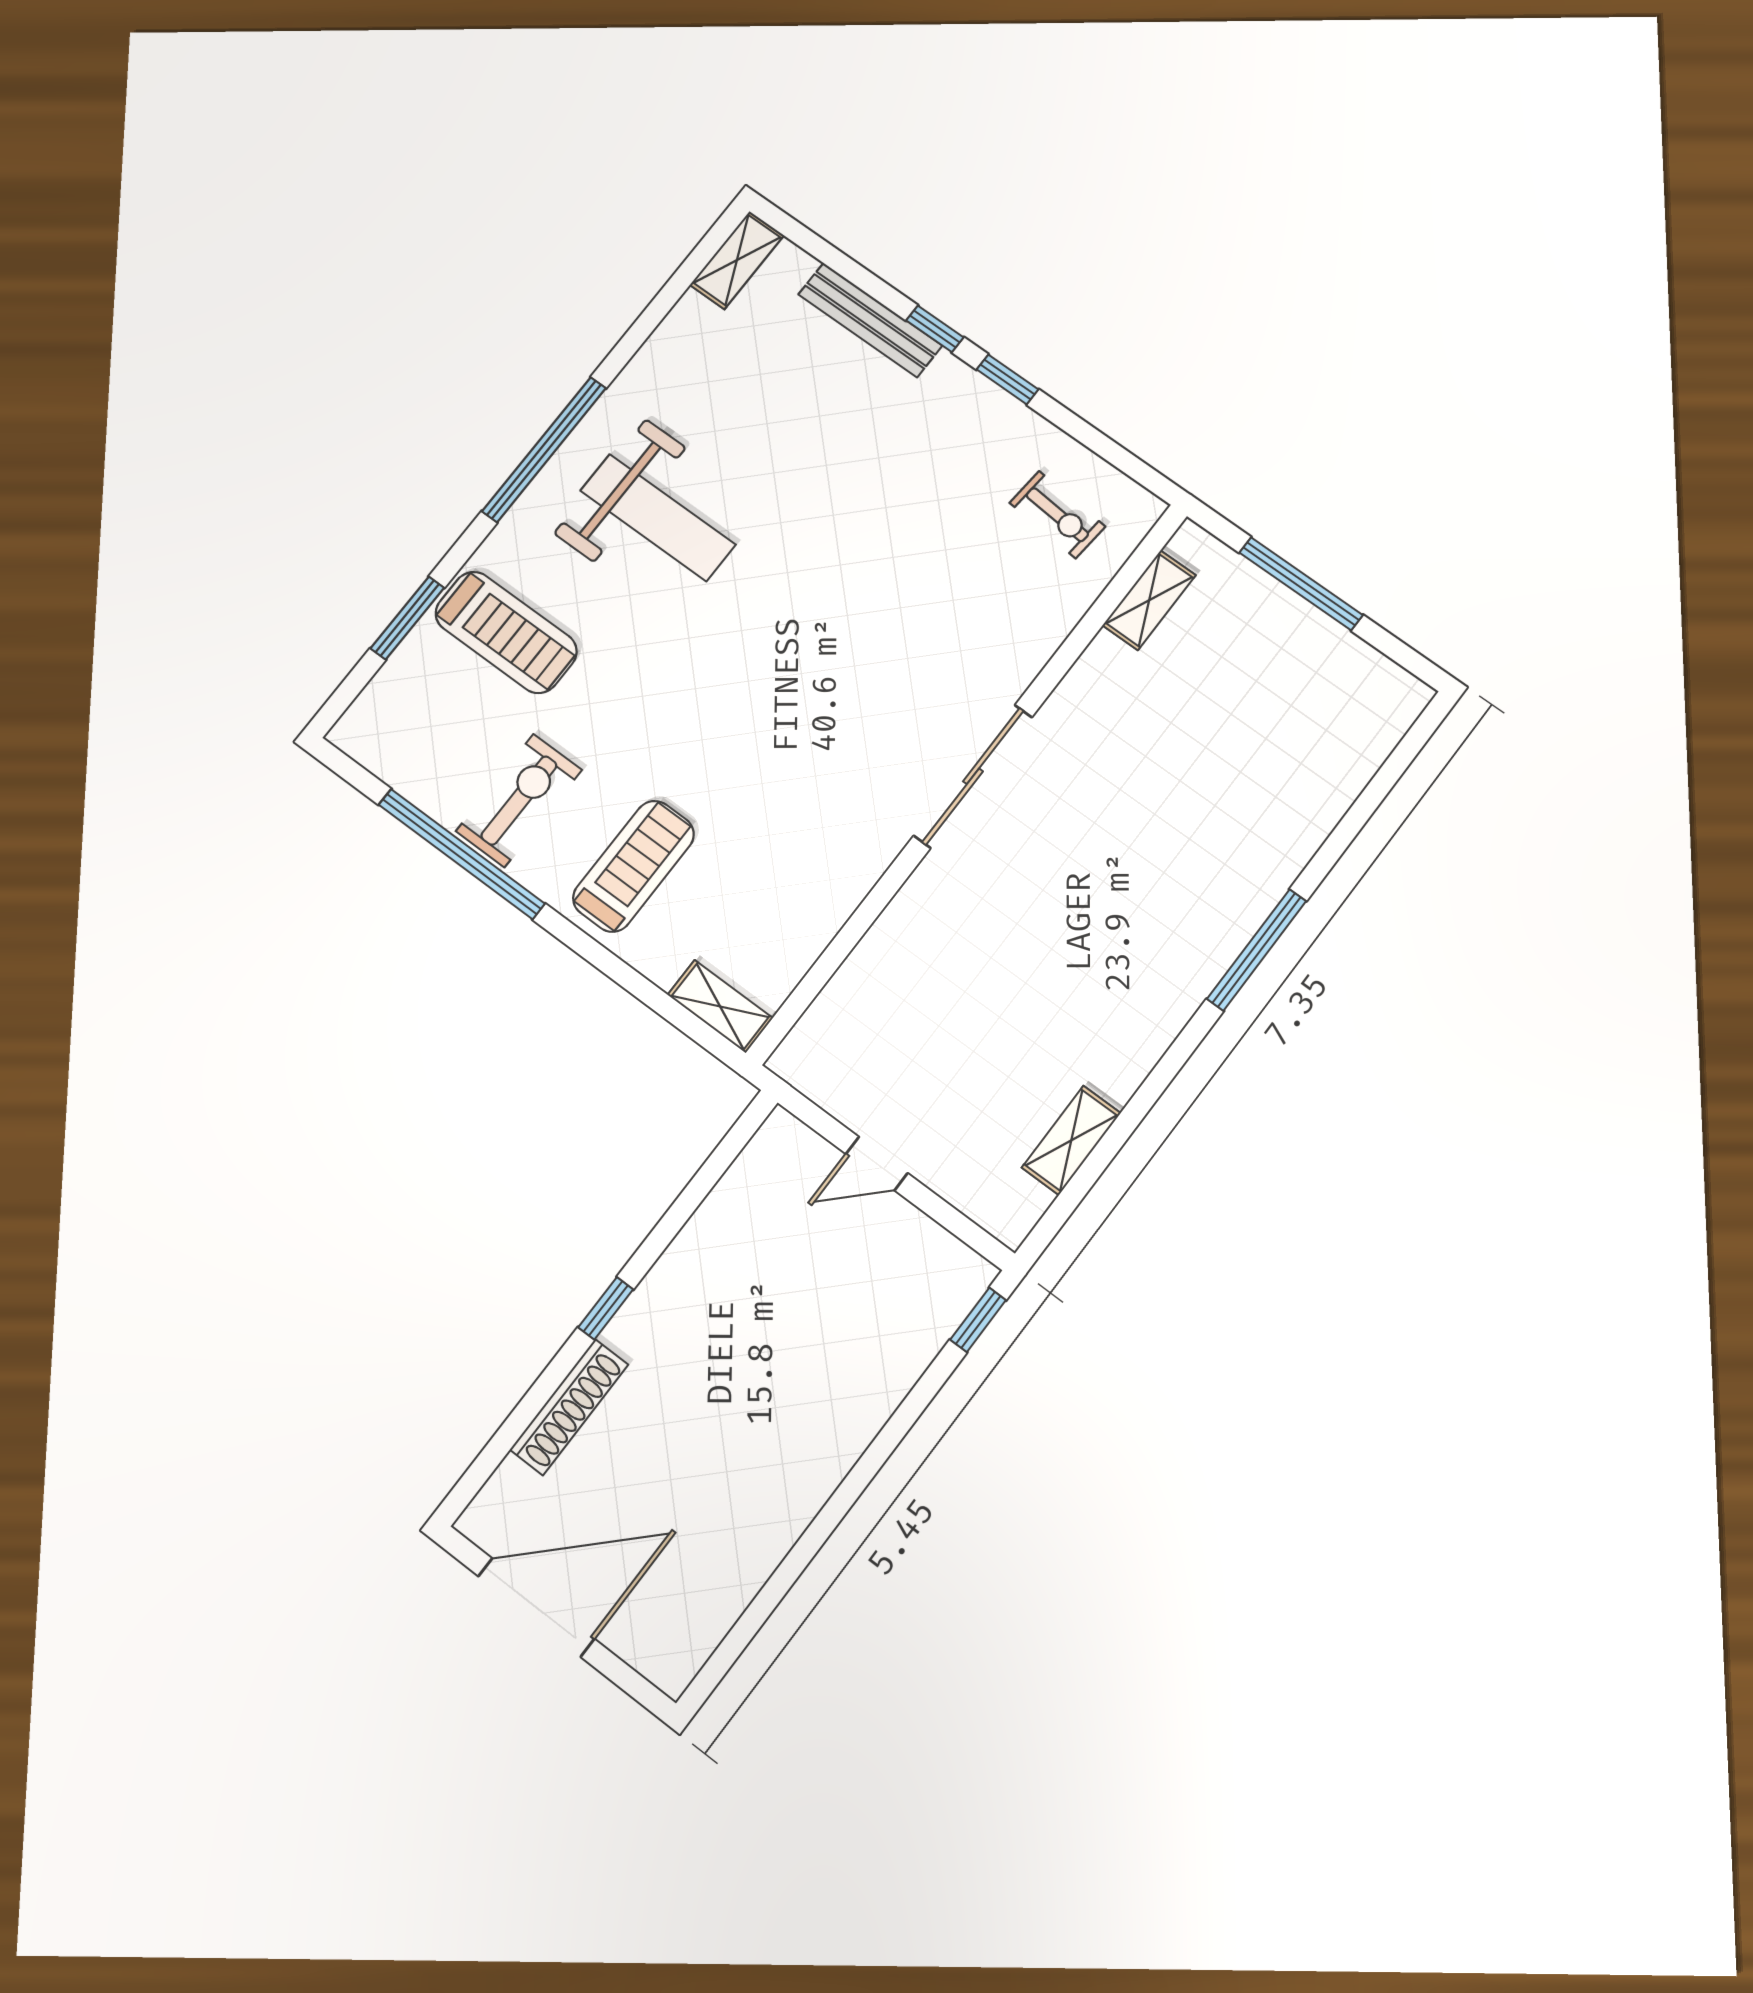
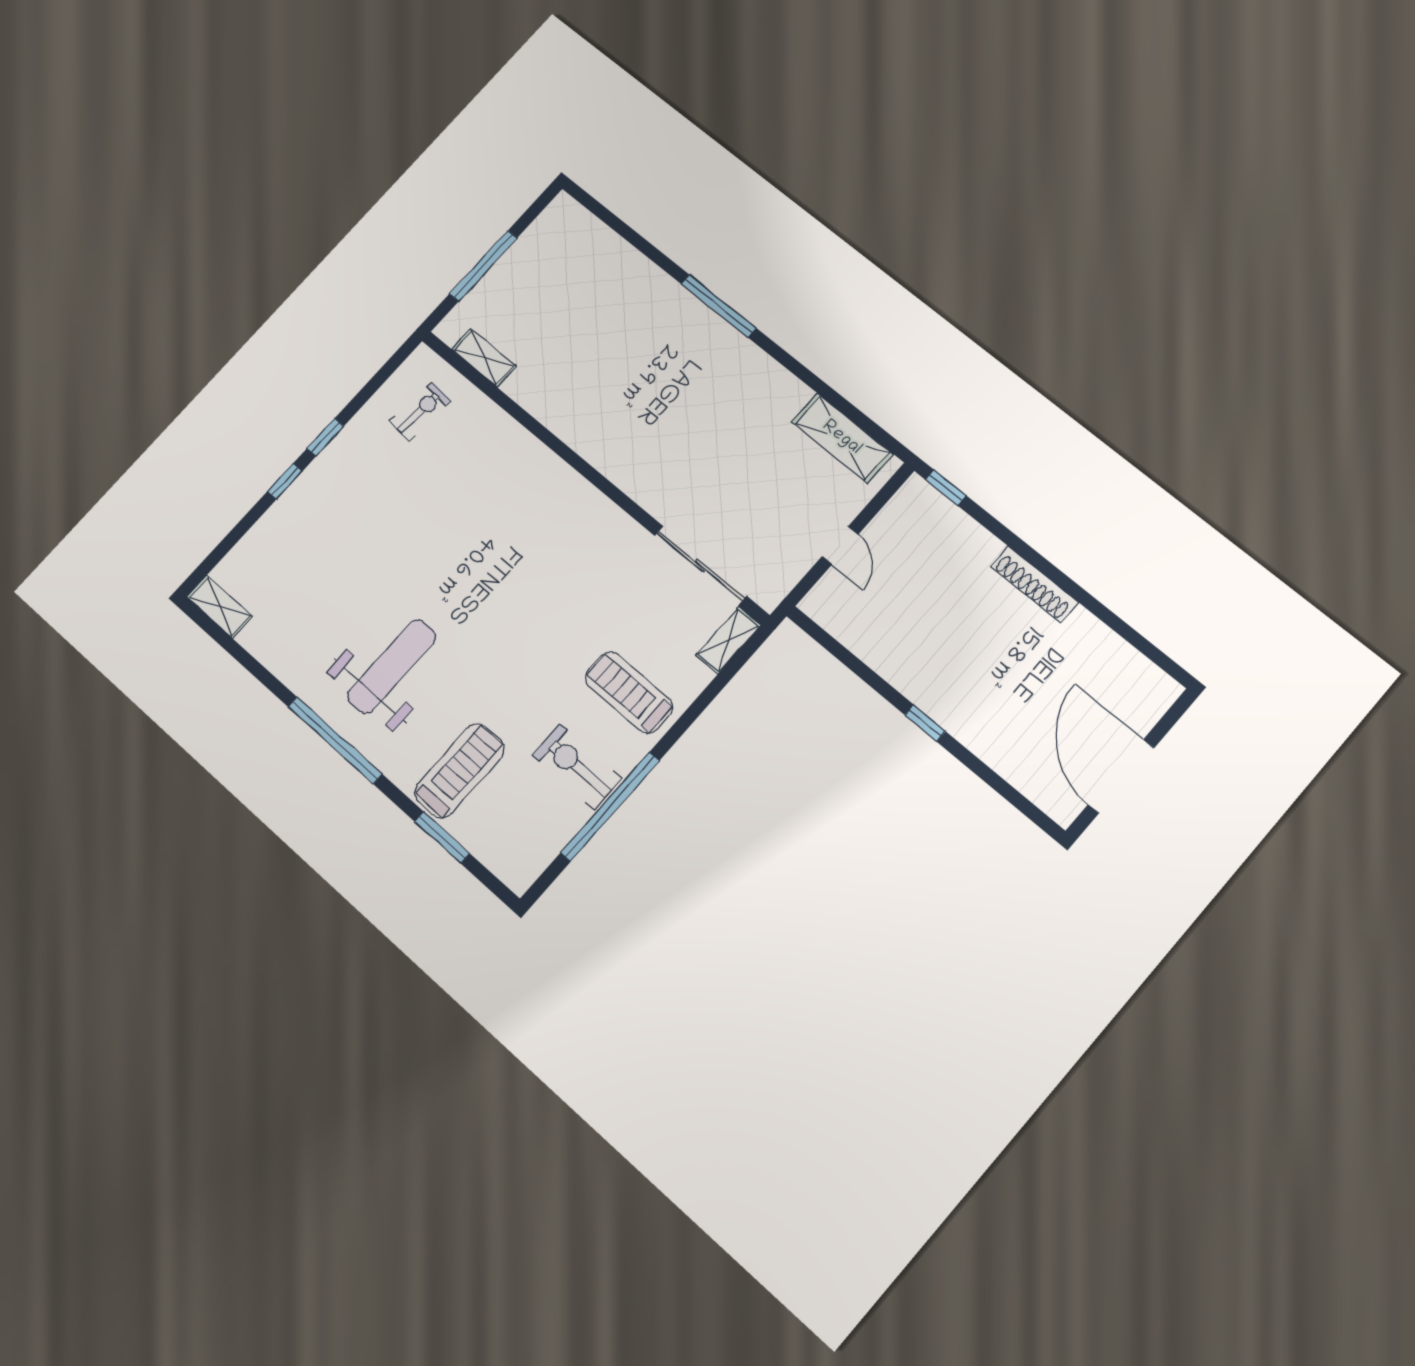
bench: (870, 320) -> (273, 522), removed
sliding door: (973, 776) -> (700, 566), moved
shelving: (1071, 1140) -> (842, 438), width x1.50, depth x1.33
shoe rack: (569, 1407) -> (1034, 584), moved, turned 180

